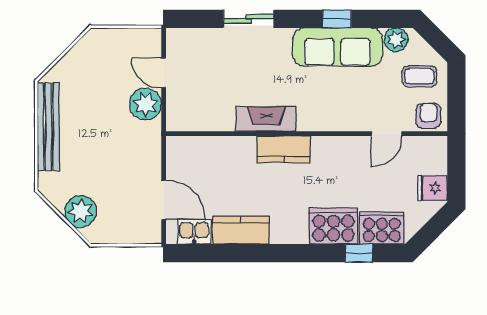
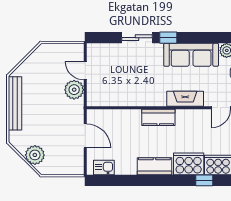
window: (337, 19) -> (168, 38), moved
fireplace: (266, 119) -> (185, 99), moved
door: (164, 200) -> (85, 136), moved
kitchen counter: (241, 230) -> (154, 166), moved

